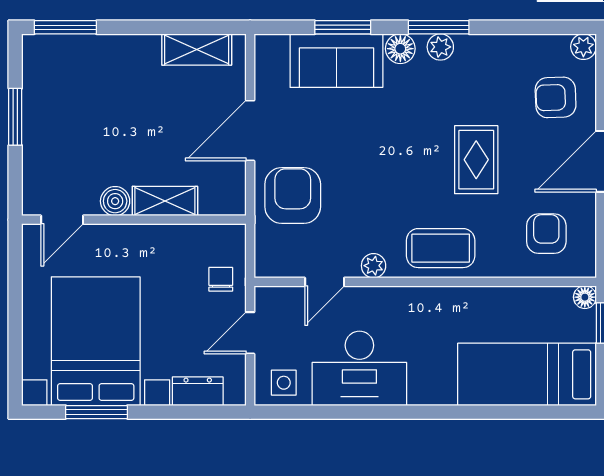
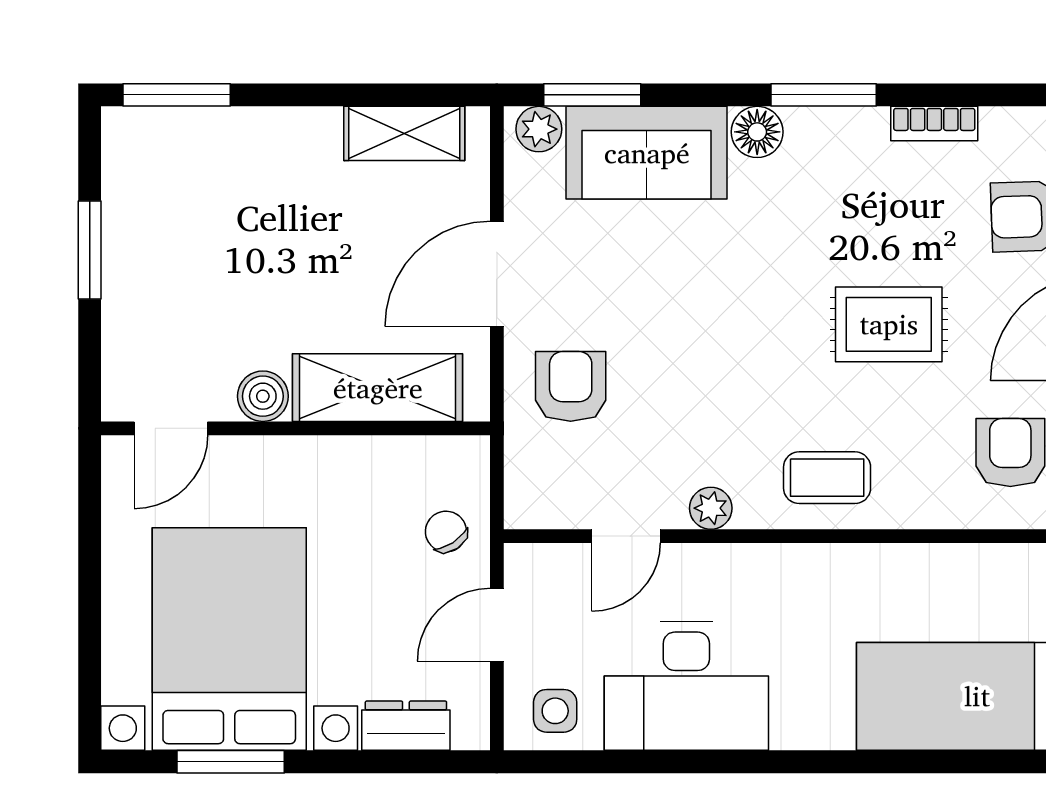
window: (343, 27) -> (592, 95), moved
bookcase: (502, 44) -> (934, 124), added
plant: (440, 47) -> (539, 129), moved
rug: (476, 160) -> (889, 324), turned 90
armchair: (293, 195) -> (571, 386), width x0.72, depth x0.72
shelving: (165, 201) -> (378, 388), width x1.50, depth x1.33
coffee table: (441, 248) -> (827, 478), width x0.73, depth x0.77
chair: (221, 279) -> (446, 532), turned -33

